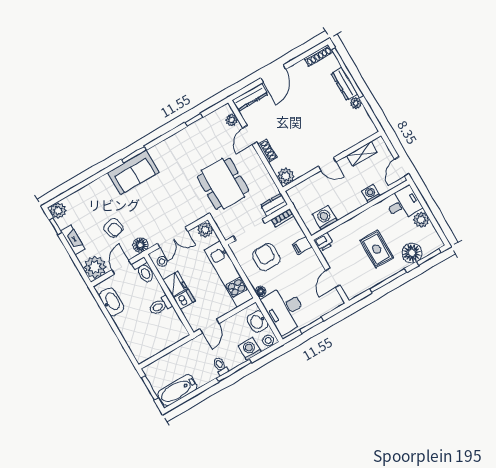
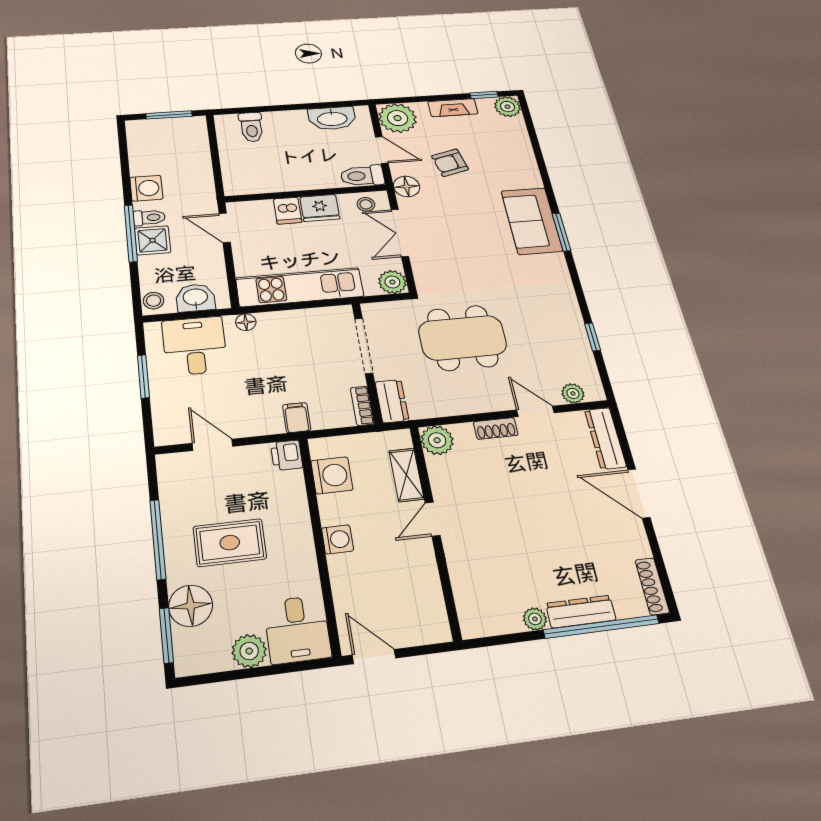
shelving: (362, 154) -> (406, 475), moved
washing machine: (371, 194) -> (338, 539), moved
armchair: (266, 257) -> (303, 354), removed
toilet: (160, 306) -> (251, 127), moved, turned 180
desk: (285, 309) -> (195, 346), width x0.73
washing machine: (250, 349) -> (146, 188), moved
shower: (233, 358) -> (153, 240), added
bathtub: (178, 390) -> (144, 148), removed

